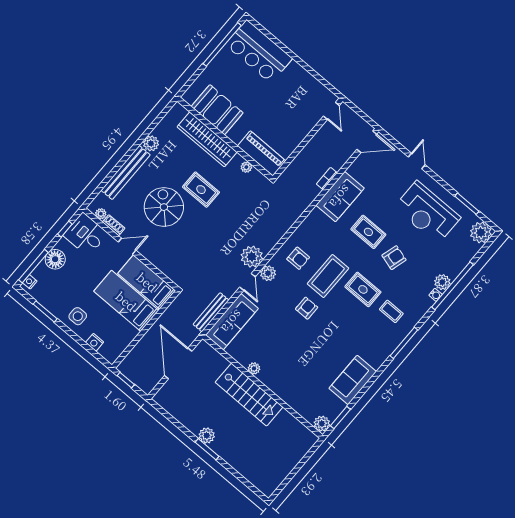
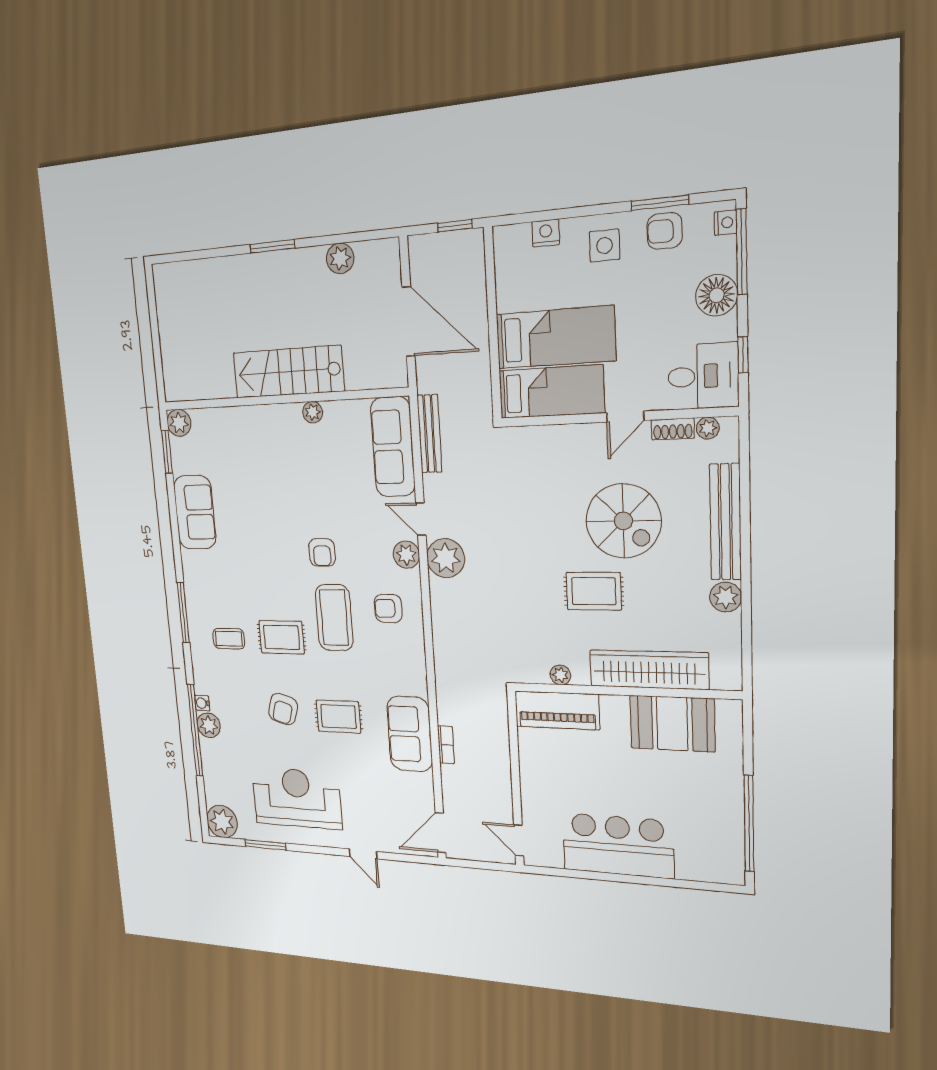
bar counter: (259, 52) -> (618, 845), moved
armchair: (52, 300) -> (665, 231), added
plant: (207, 435) -> (340, 258), moved

